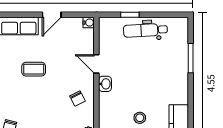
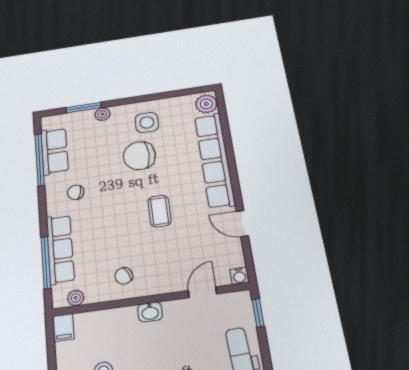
window: (130, 15) -> (258, 313), moved
door: (96, 64) -> (202, 292), moved

